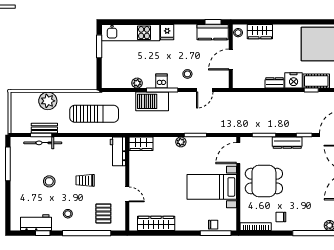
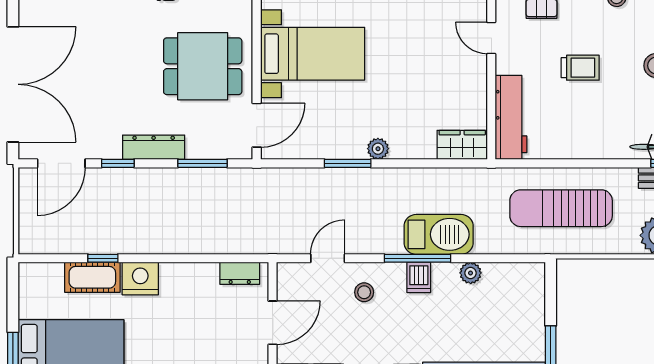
dresser: (275, 83) -> (240, 273), moved
workbench: (118, 151) -> (511, 117), width x1.38

